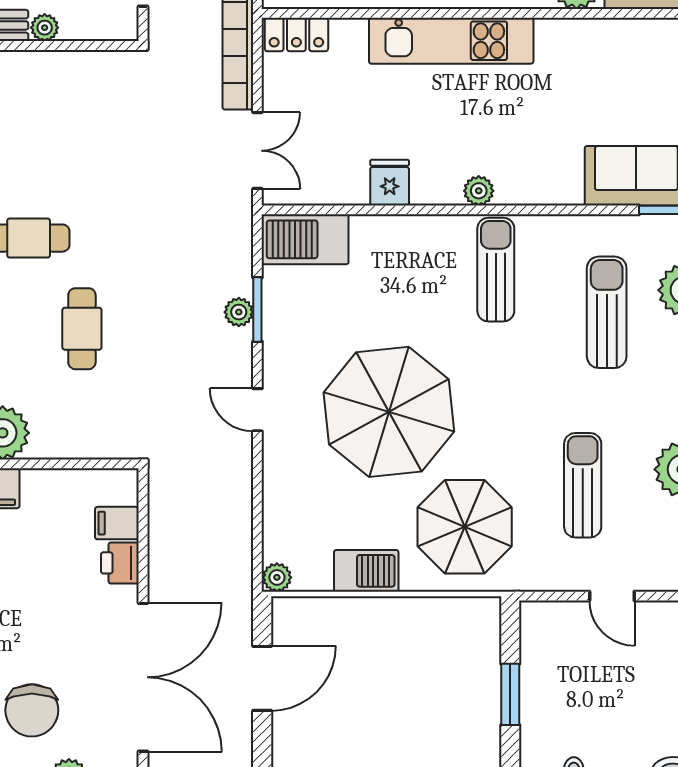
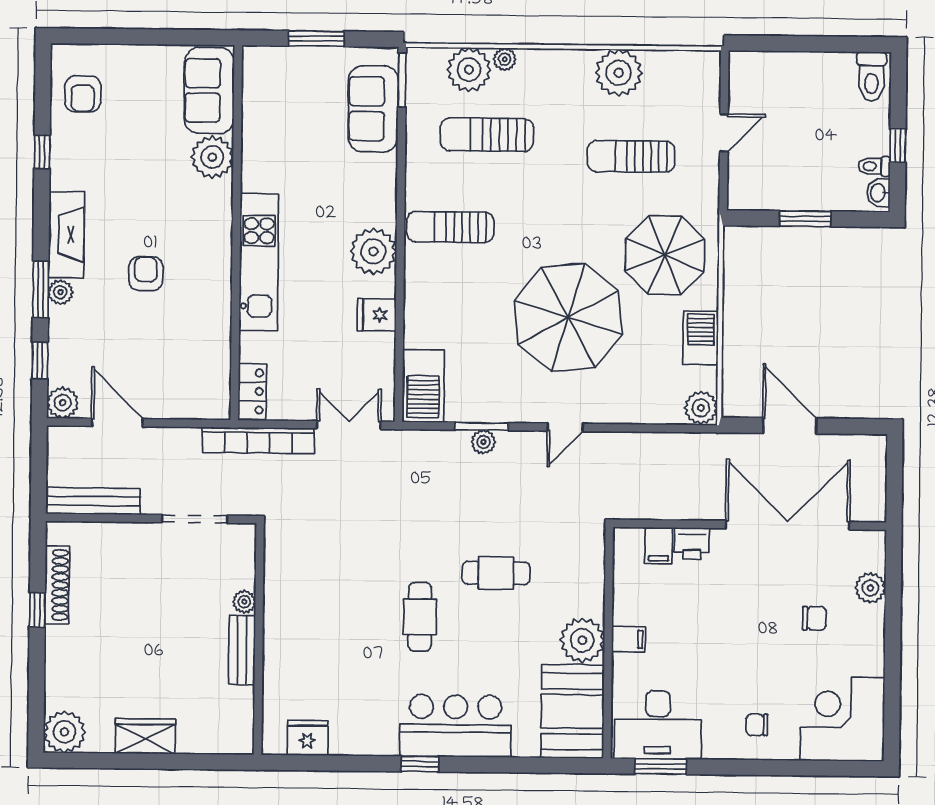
plant: (479, 191) -> (373, 251), width x1.88, depth x1.88
plant: (277, 577) -> (701, 408), width x1.38, depth x1.38
chair: (32, 710) -> (814, 618), width x0.54, depth x0.54

